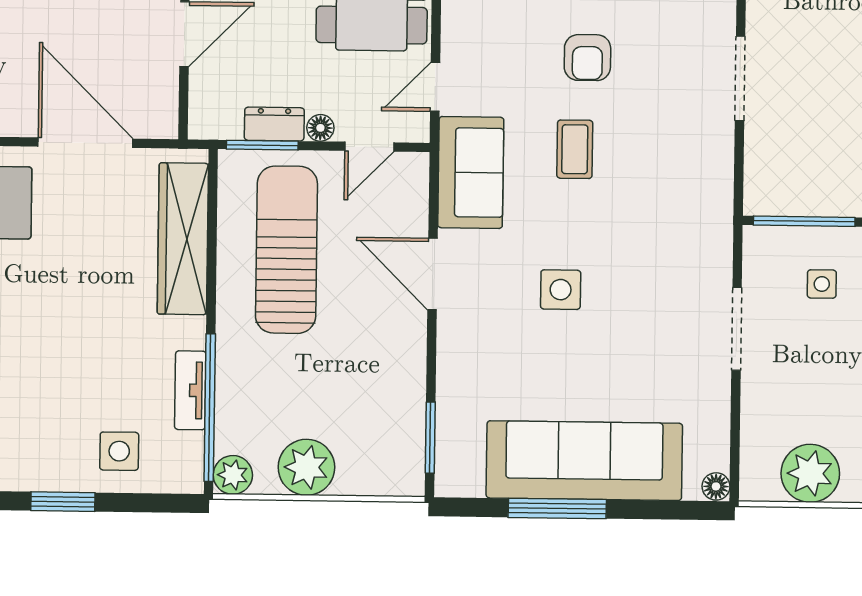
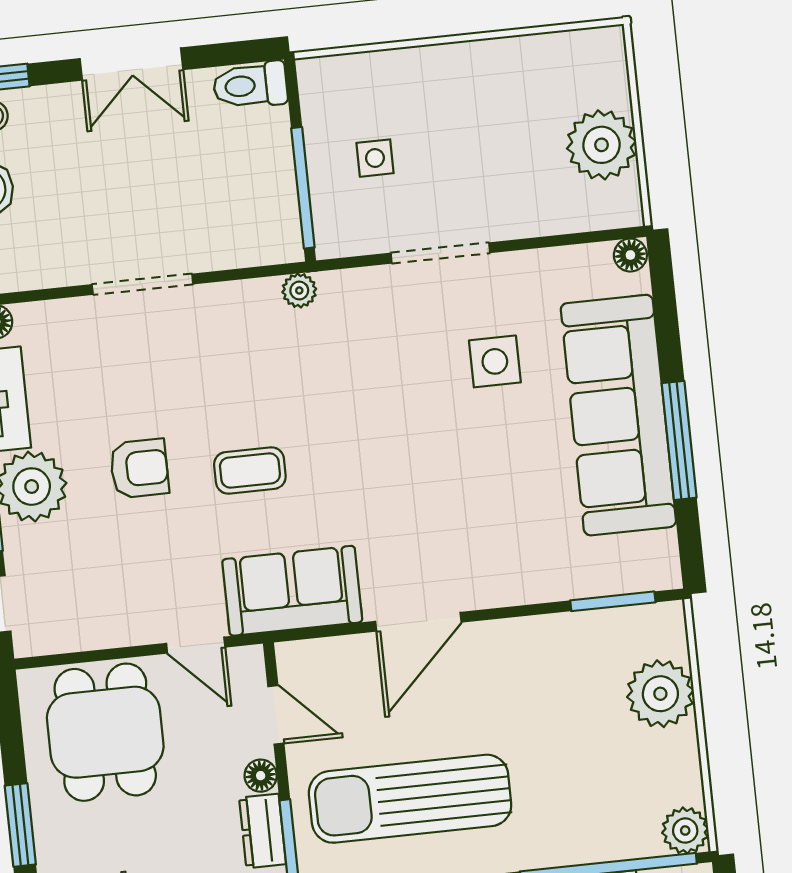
plant: (719, 208) -> (299, 290), added
side table: (561, 290) -> (495, 361), moved
plant: (306, 467) -> (660, 694), moved

